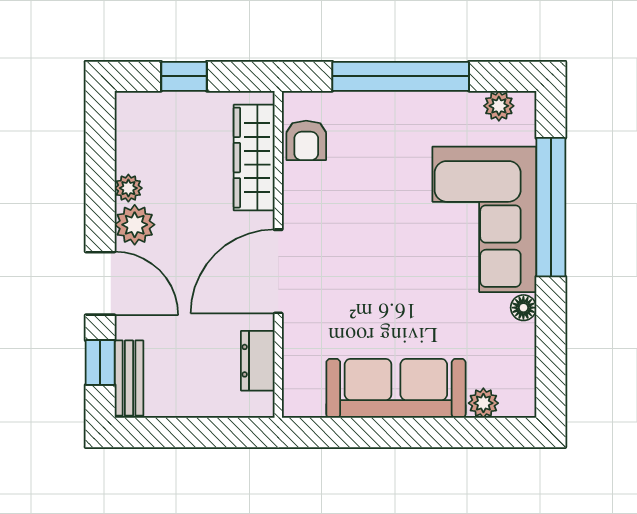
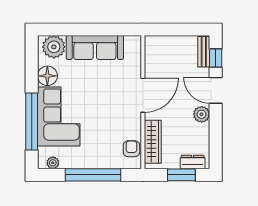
window: (184, 76) -> (181, 175), width x1.50
plant: (128, 188) -> (204, 129), removed
floor lamp: (523, 308) -> (47, 76), width x1.89, depth x1.89
dresser: (258, 361) -> (193, 162), moved, turned -90
plant: (483, 403) -> (54, 47), width x1.87, depth x1.87

